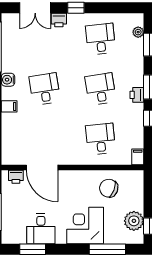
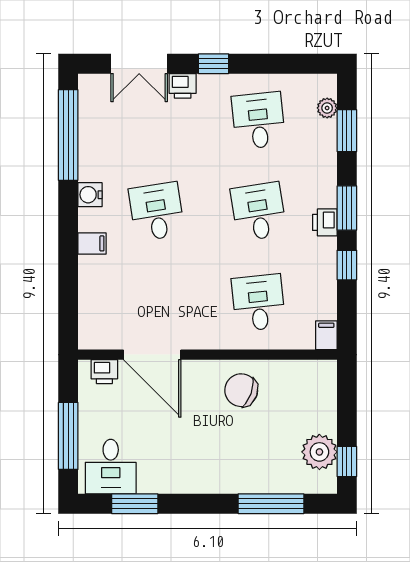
chair: (109, 188) -> (241, 390), moved
corner desk: (85, 226) -> (230, 461), removed
desk: (41, 229) -> (111, 467), moved

